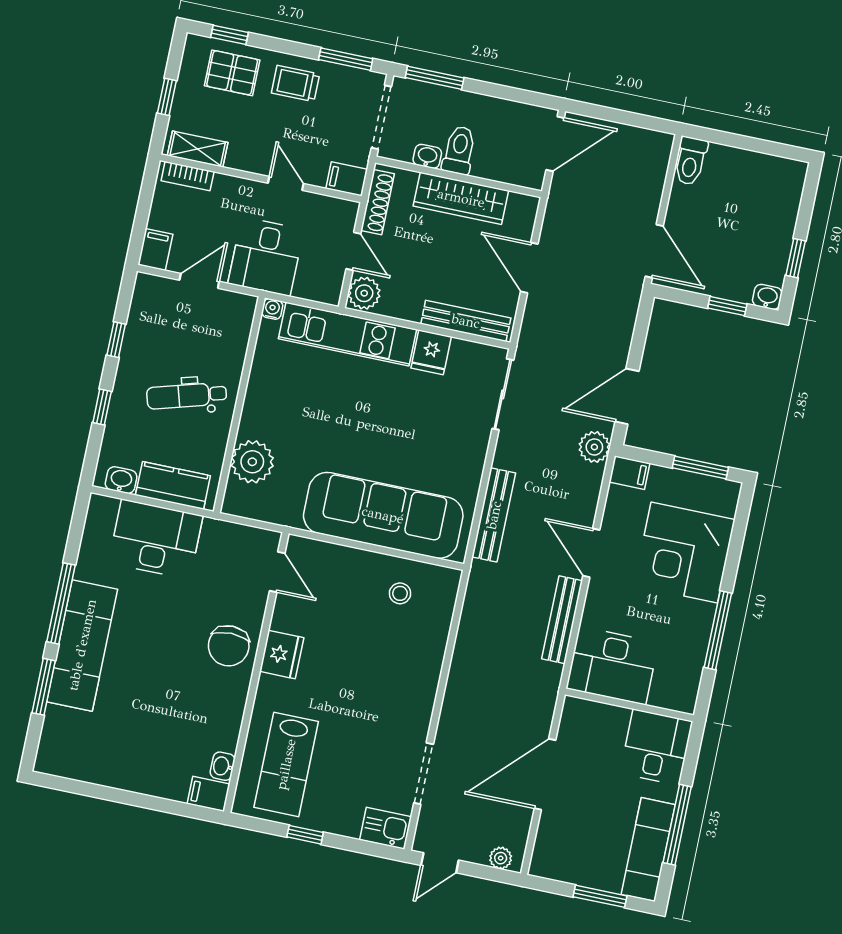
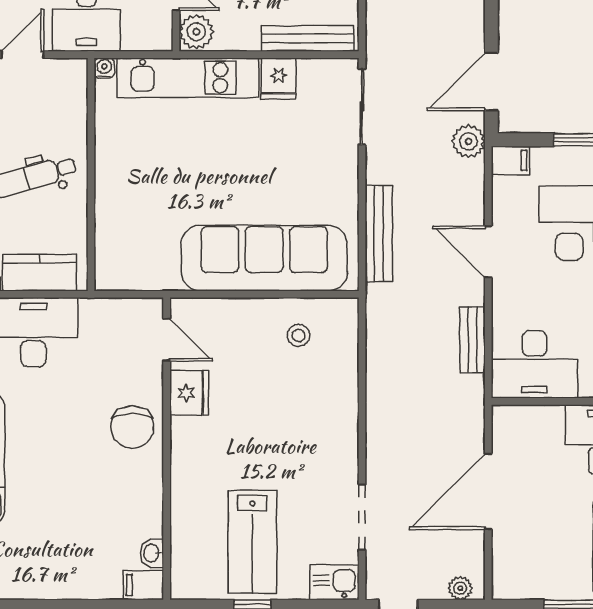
plant: (252, 462) -> (117, 231), removed
bench: (562, 620) -> (472, 340), width x0.73
fridge: (282, 655) -> (189, 393), moved
lab bench: (286, 764) -> (252, 542), moved

